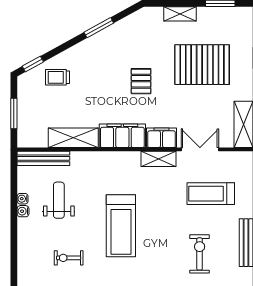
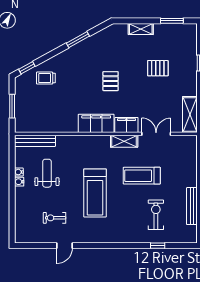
pallet: (202, 65) -> (158, 68), width x0.49, depth x0.50
shelving: (73, 138) -> (58, 125), removed
treadmill: (211, 194) -> (142, 176), moved

